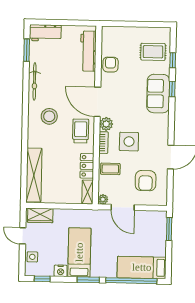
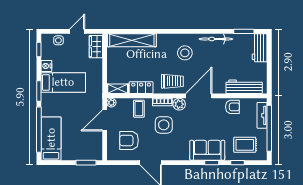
window: (135, 24) -> (269, 128), added
tv unit: (121, 32) -> (262, 115), added
rug: (153, 52) -> (245, 145), turned 90

